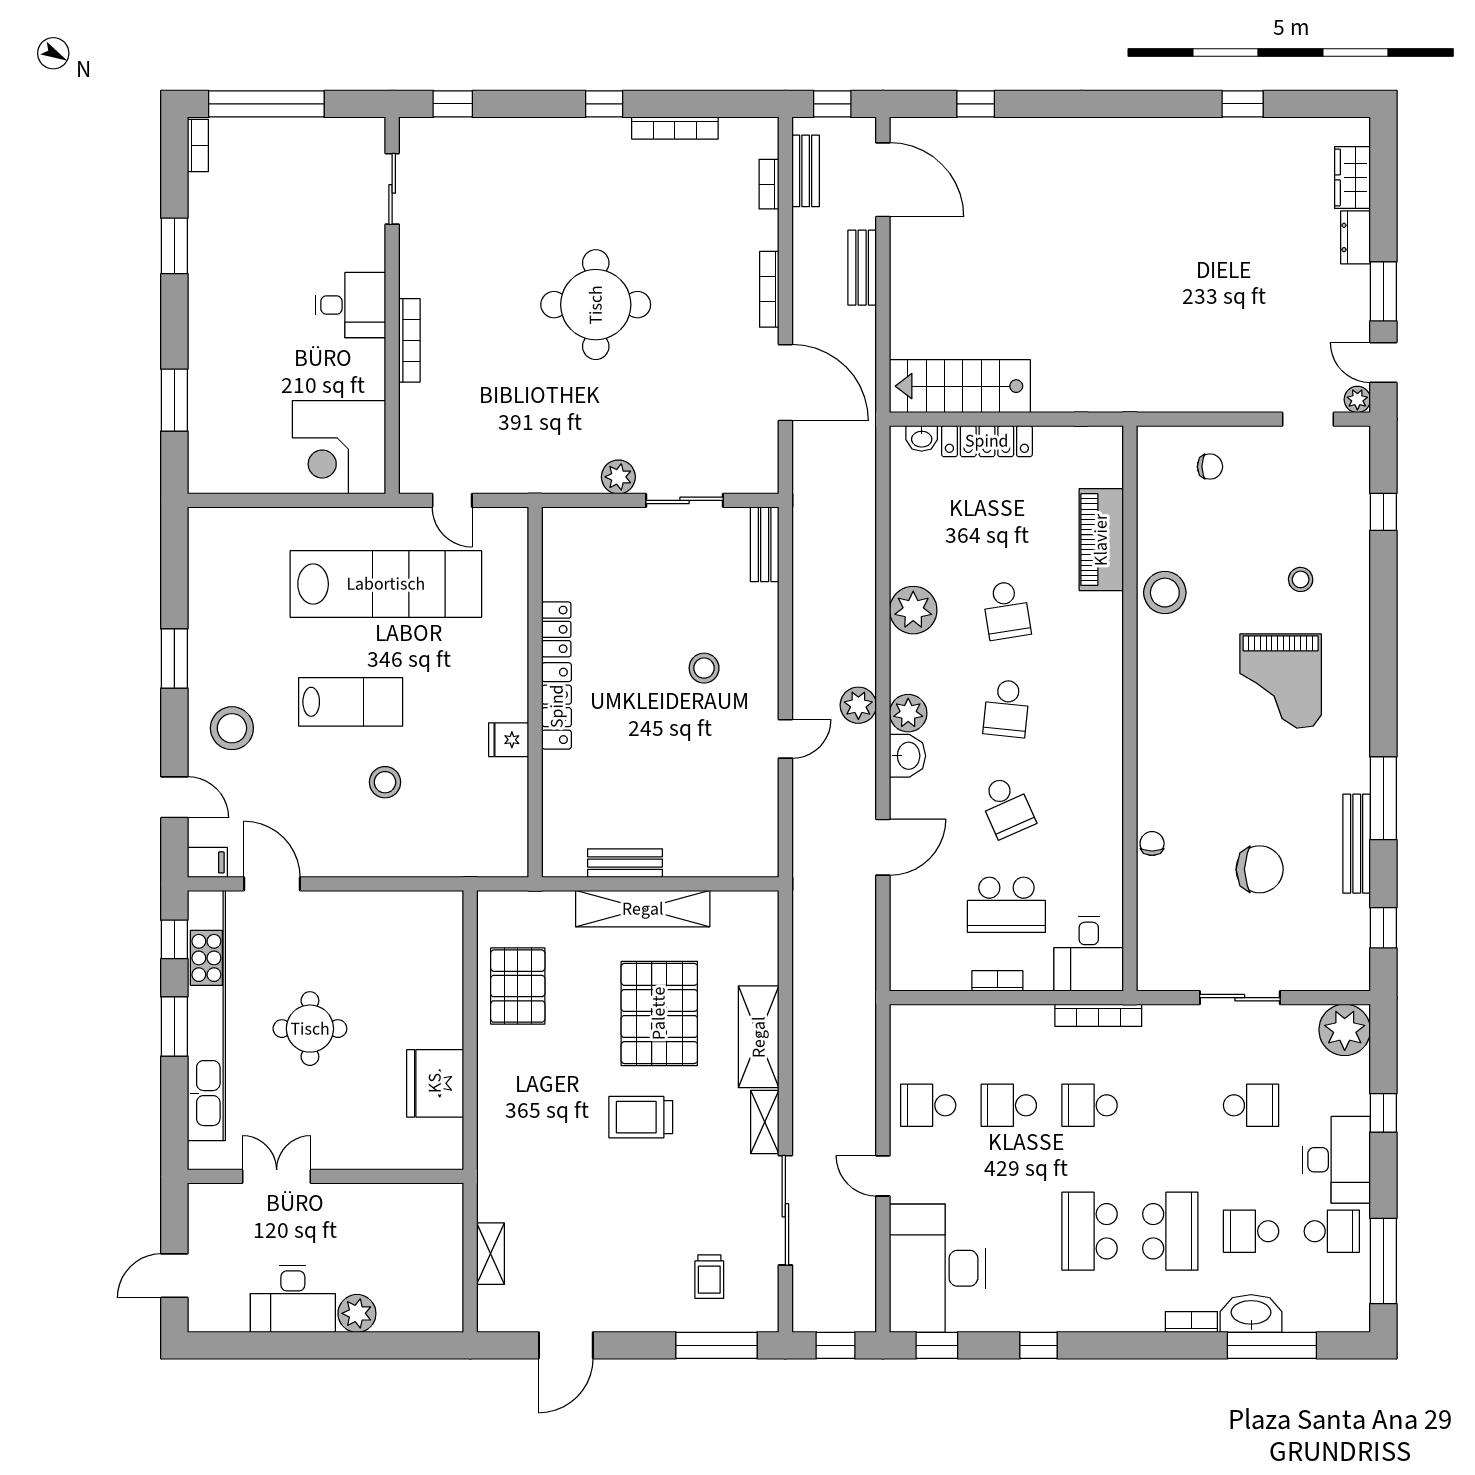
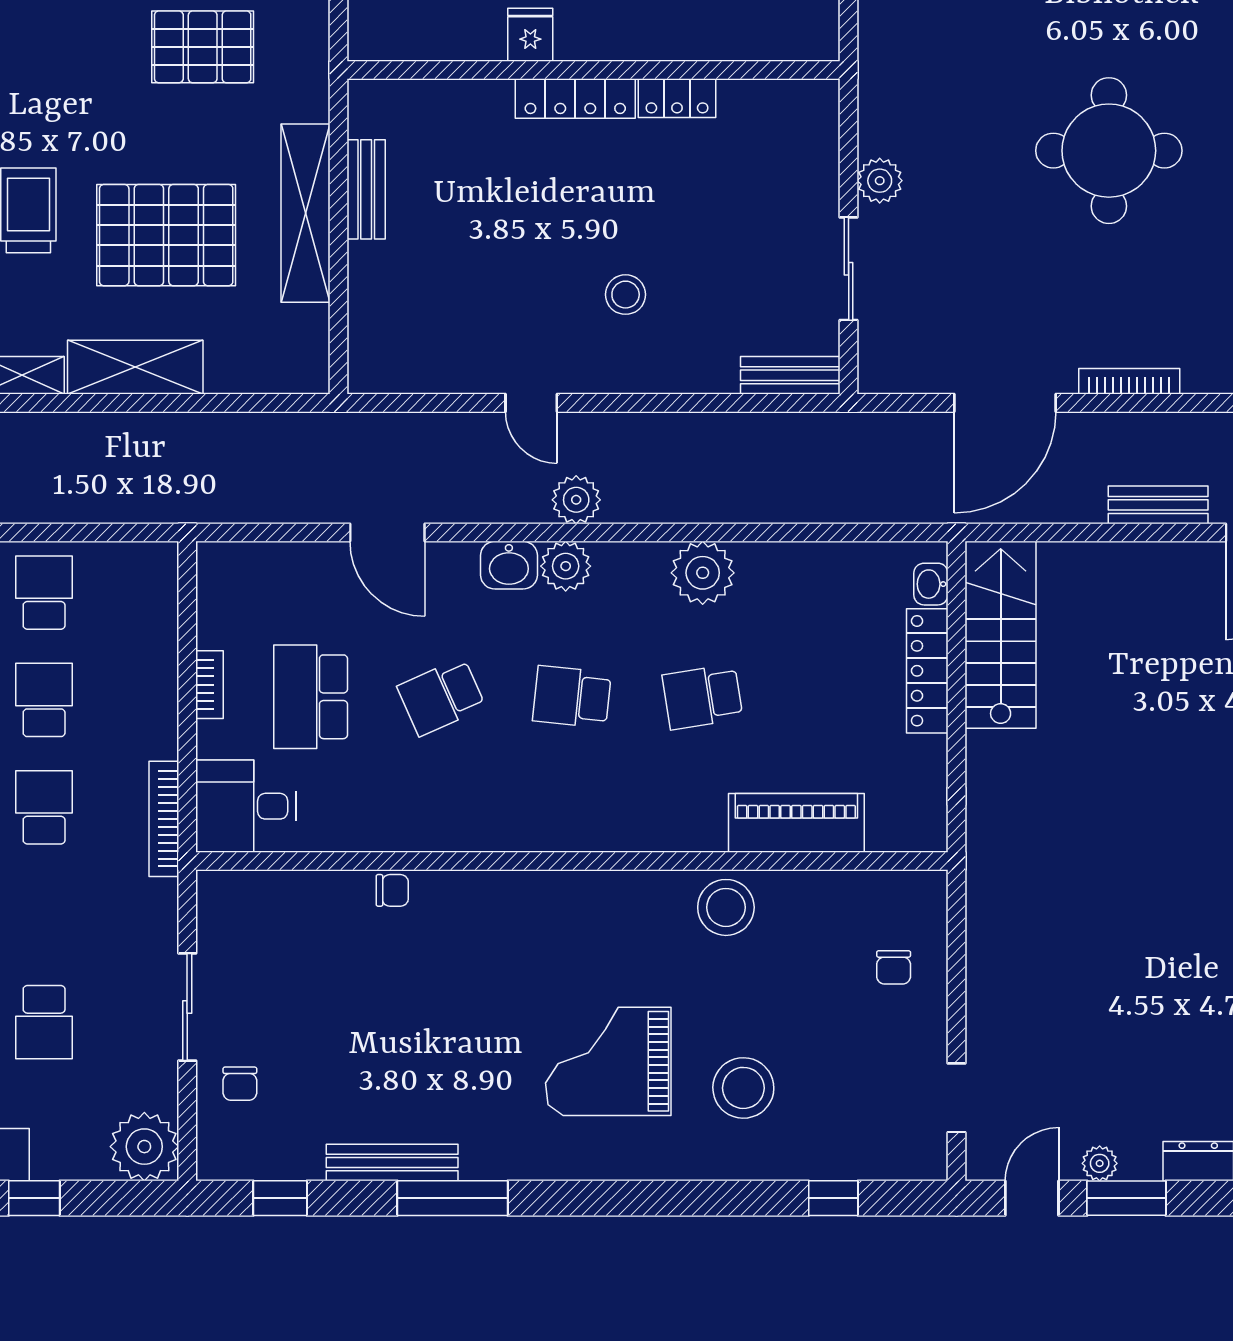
plant: (1357, 399) -> (1100, 1163), moved
stool: (1301, 579) -> (743, 1088), width x1.89, depth x1.89
chair: (1260, 869) -> (240, 1084), moved, width x0.54, depth x0.54

